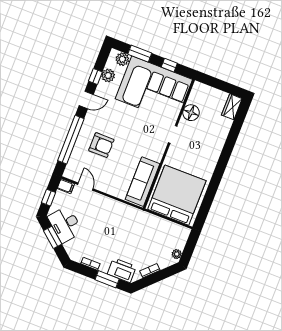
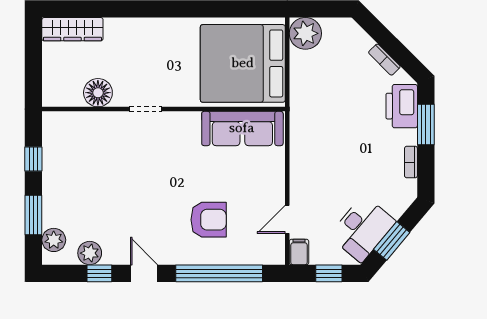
corner sofa: (154, 89) -> (83, 169), removed
wardrobe: (232, 107) -> (72, 29), width x1.50
armchair: (101, 145) -> (209, 220), turned 90
plant: (177, 254) -> (305, 33), moved, width x1.88, depth x1.88

